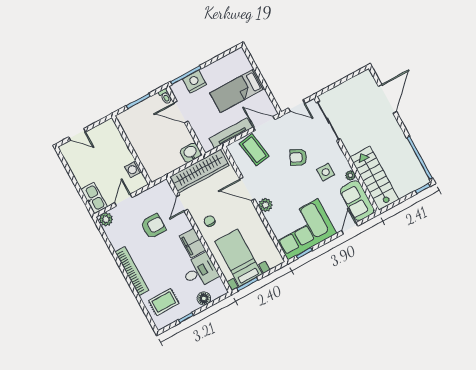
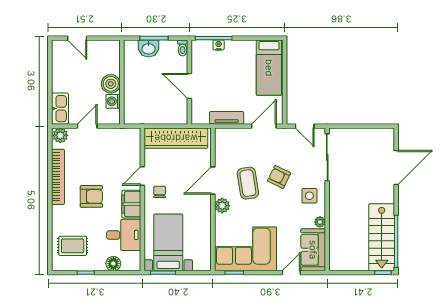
nightstand: (195, 82) -> (219, 45), width x0.53, depth x0.56
bed: (237, 91) -> (269, 68), moved, turned -90
door: (181, 112) -> (189, 86), moved
door: (264, 123) -> (264, 126), hinge flipped
tv unit: (231, 133) -> (227, 118), width x0.71
coffee table: (254, 150) -> (248, 183), moved
washbasin: (191, 153) -> (149, 48), moved, turned 180
boiler: (124, 156) -> (111, 84), added
side table: (326, 172) -> (309, 196), moved
stairs: (374, 178) -> (382, 237), moved, turned 180
door: (247, 189) -> (213, 181), hinge flipped
door: (182, 203) -> (142, 176), moved
armchair: (153, 226) -> (91, 196), moved
bookcase: (132, 271) -> (58, 177), moved

